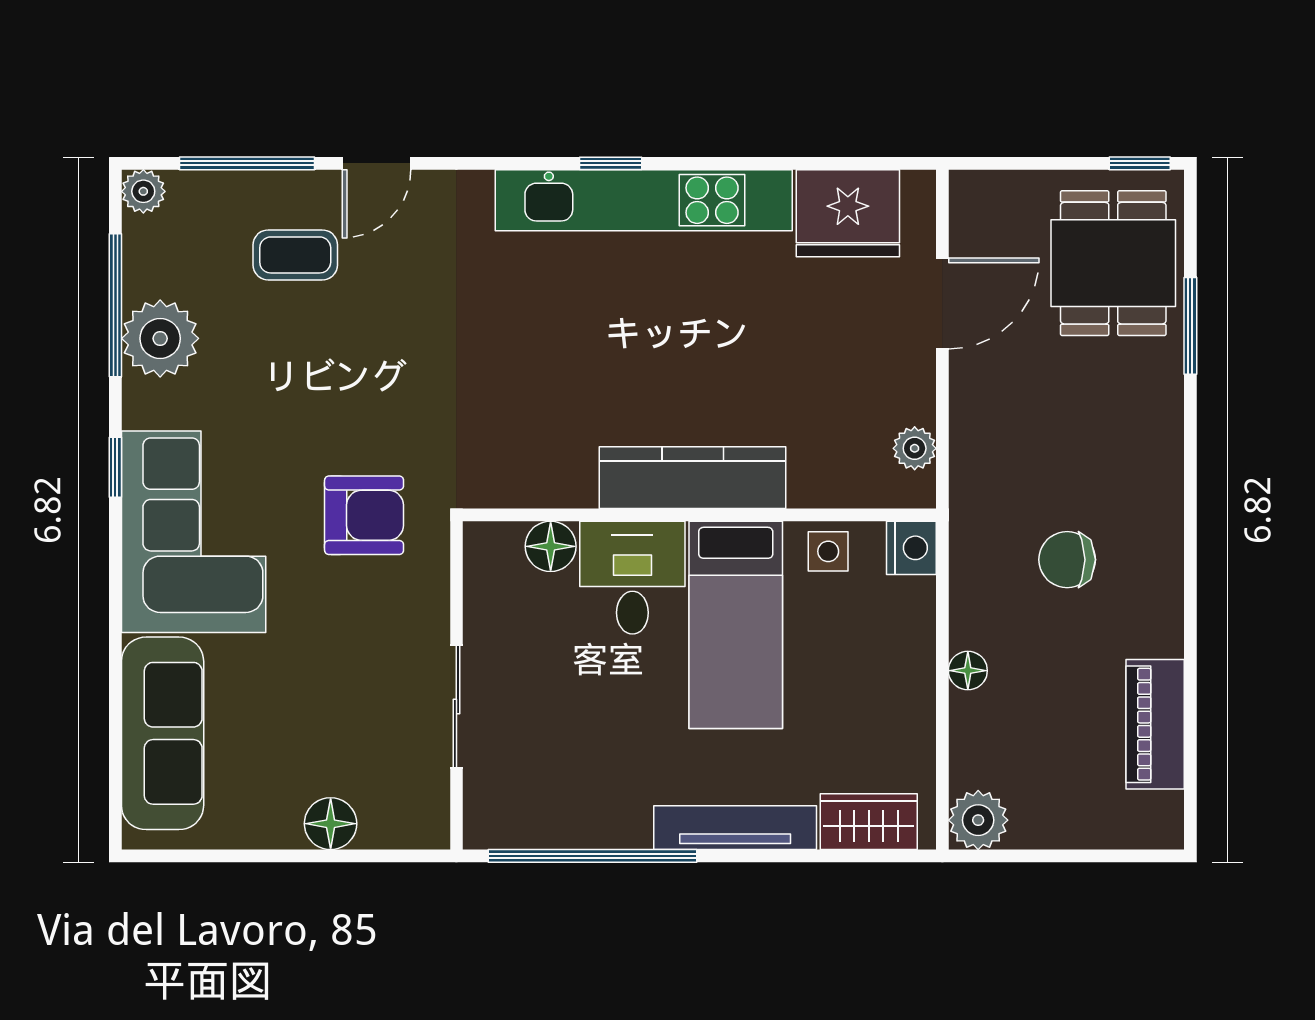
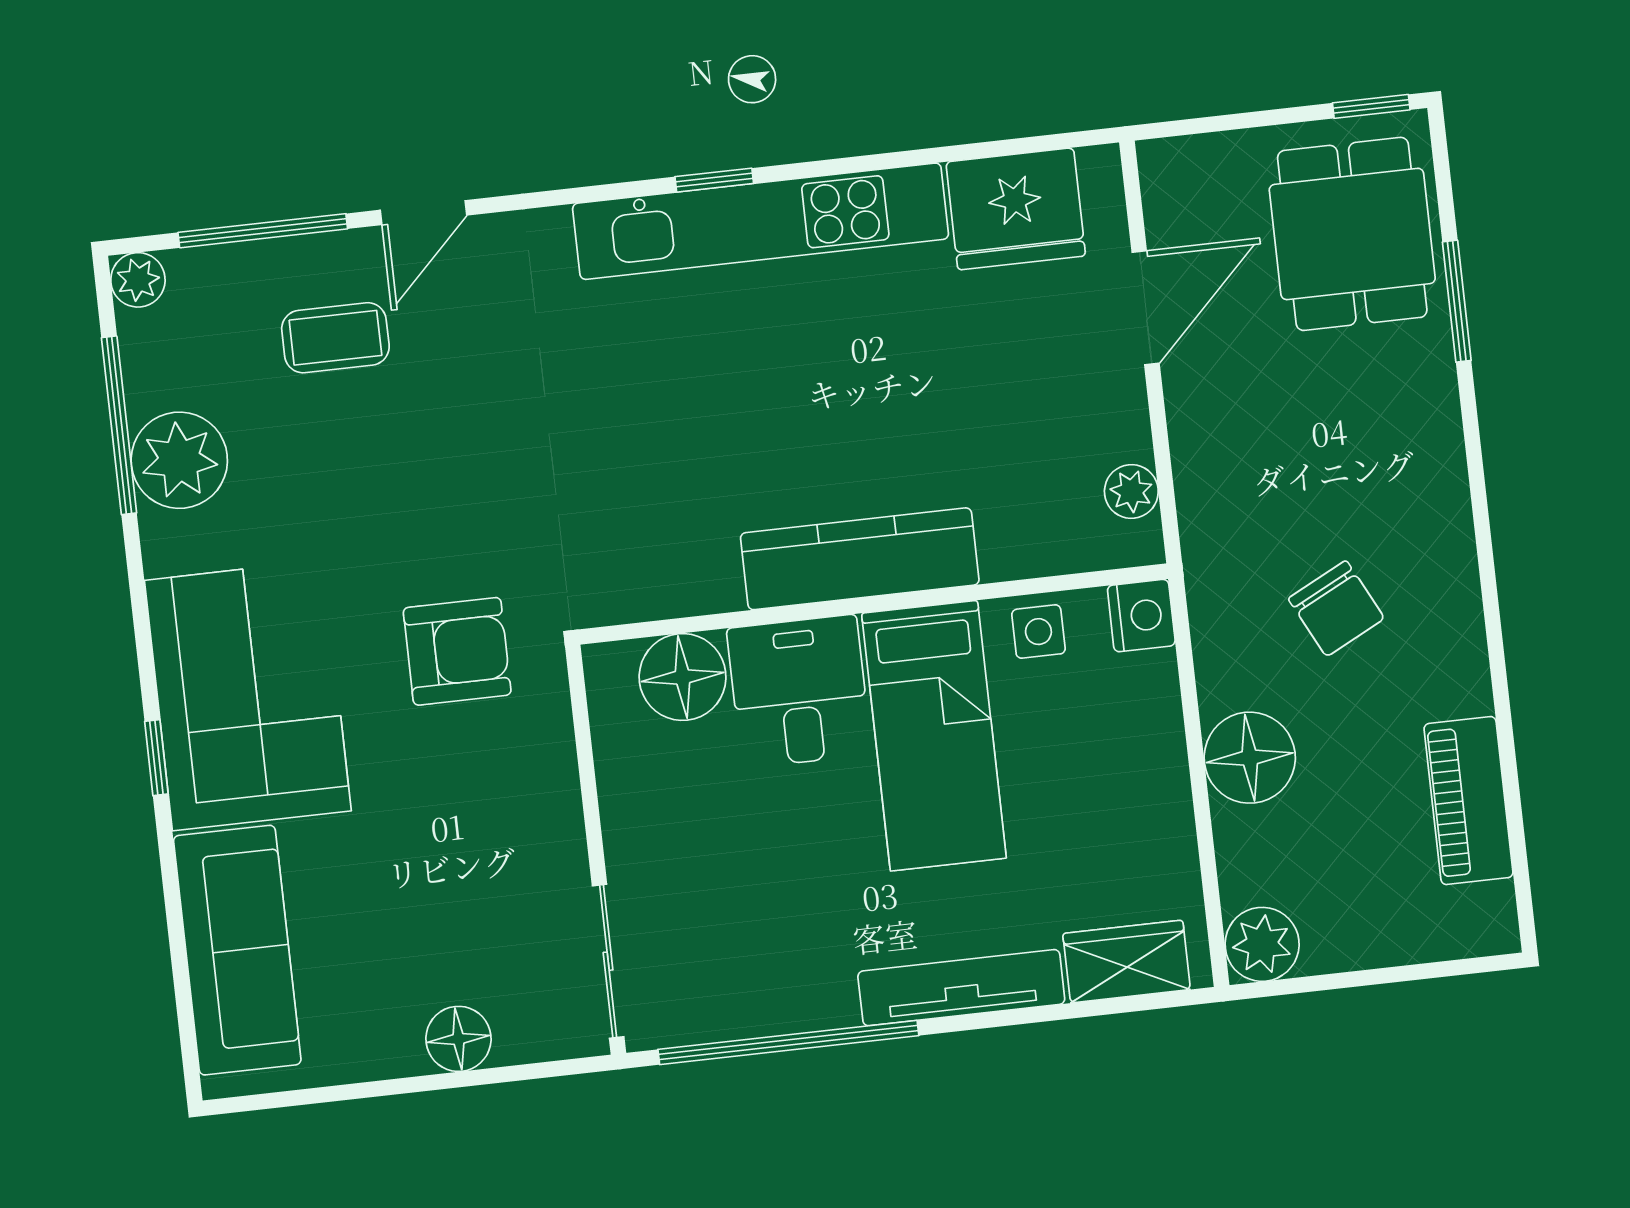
window: (115, 467) -> (156, 758), moved
floor lamp: (551, 546) -> (683, 677), width x1.38, depth x1.38
chair: (1067, 560) -> (1336, 608), turned -117
floor lamp: (968, 671) -> (1250, 758), width x1.89, depth x1.89
sliding door: (456, 707) -> (608, 961), moved

